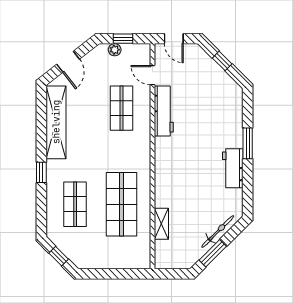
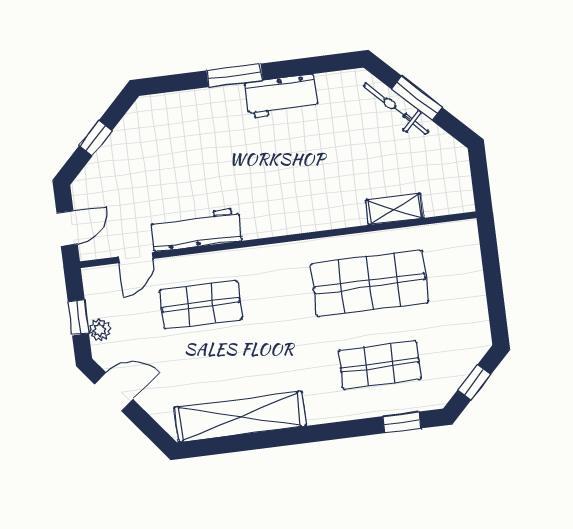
door: (68, 62) -> (114, 392), moved
window: (41, 172) -> (402, 422), moved
window: (213, 253) -> (417, 98), moved

